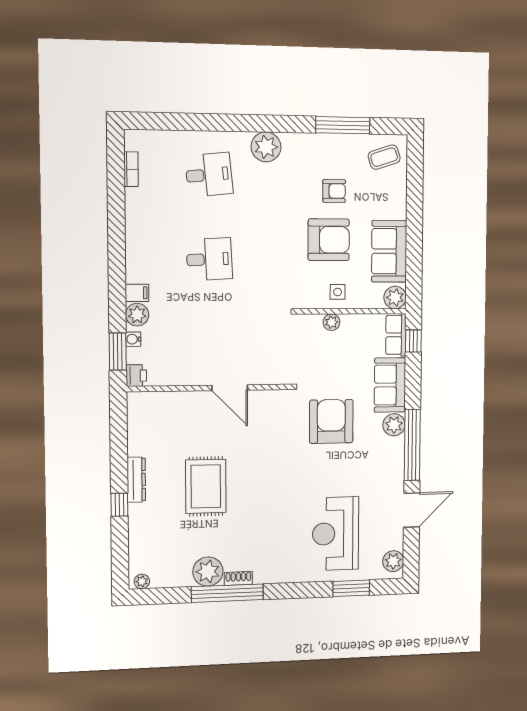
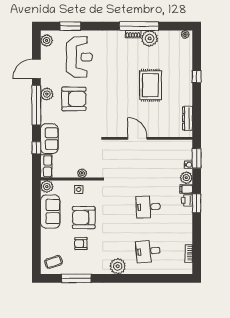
window: (117, 266) -> (197, 203), added
window: (413, 341) -> (36, 148), moved
printer: (136, 376) -> (187, 200), moved
armchair: (331, 421) -> (74, 99), moved, turned -90
plant: (394, 425) -> (47, 94), moved
dresser: (136, 480) -> (188, 118), moved

